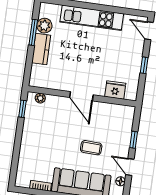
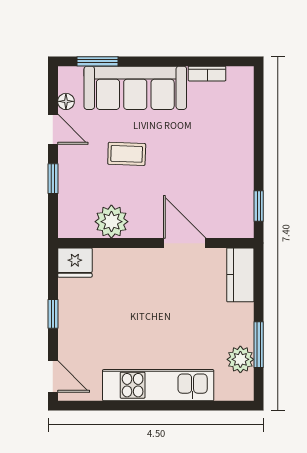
kitchen counter: (41, 49) -> (240, 275), moved
fridge: (115, 90) -> (75, 263), moved
door: (81, 96) -> (185, 243), moved
plant: (40, 98) -> (111, 222), moved, width x1.88, depth x1.88

